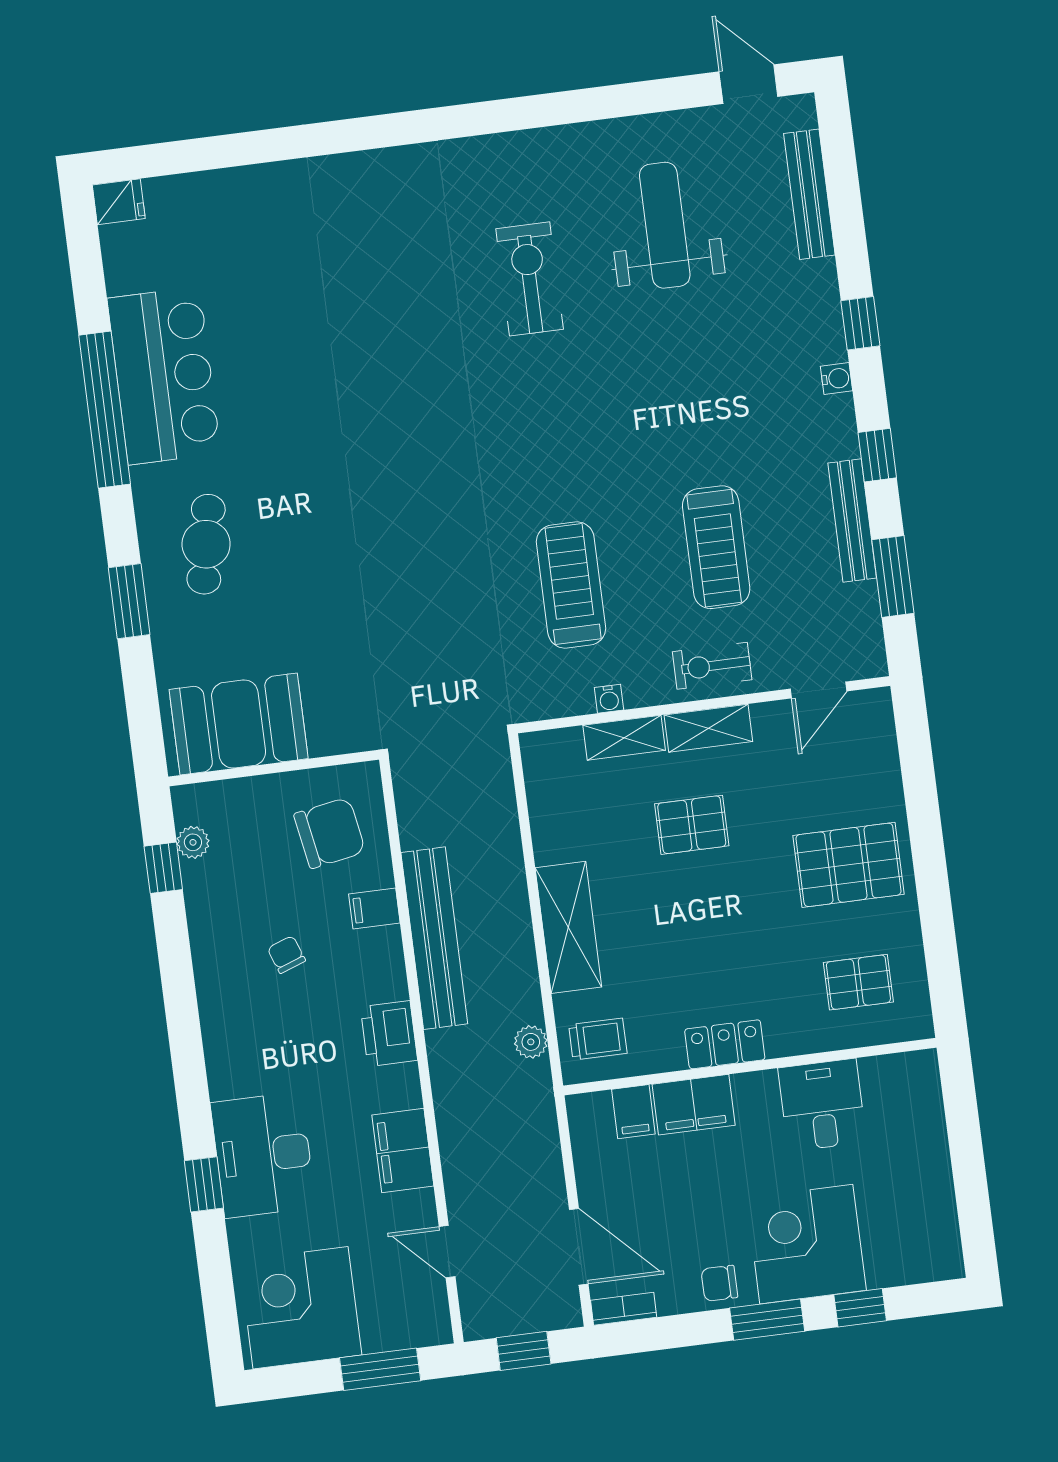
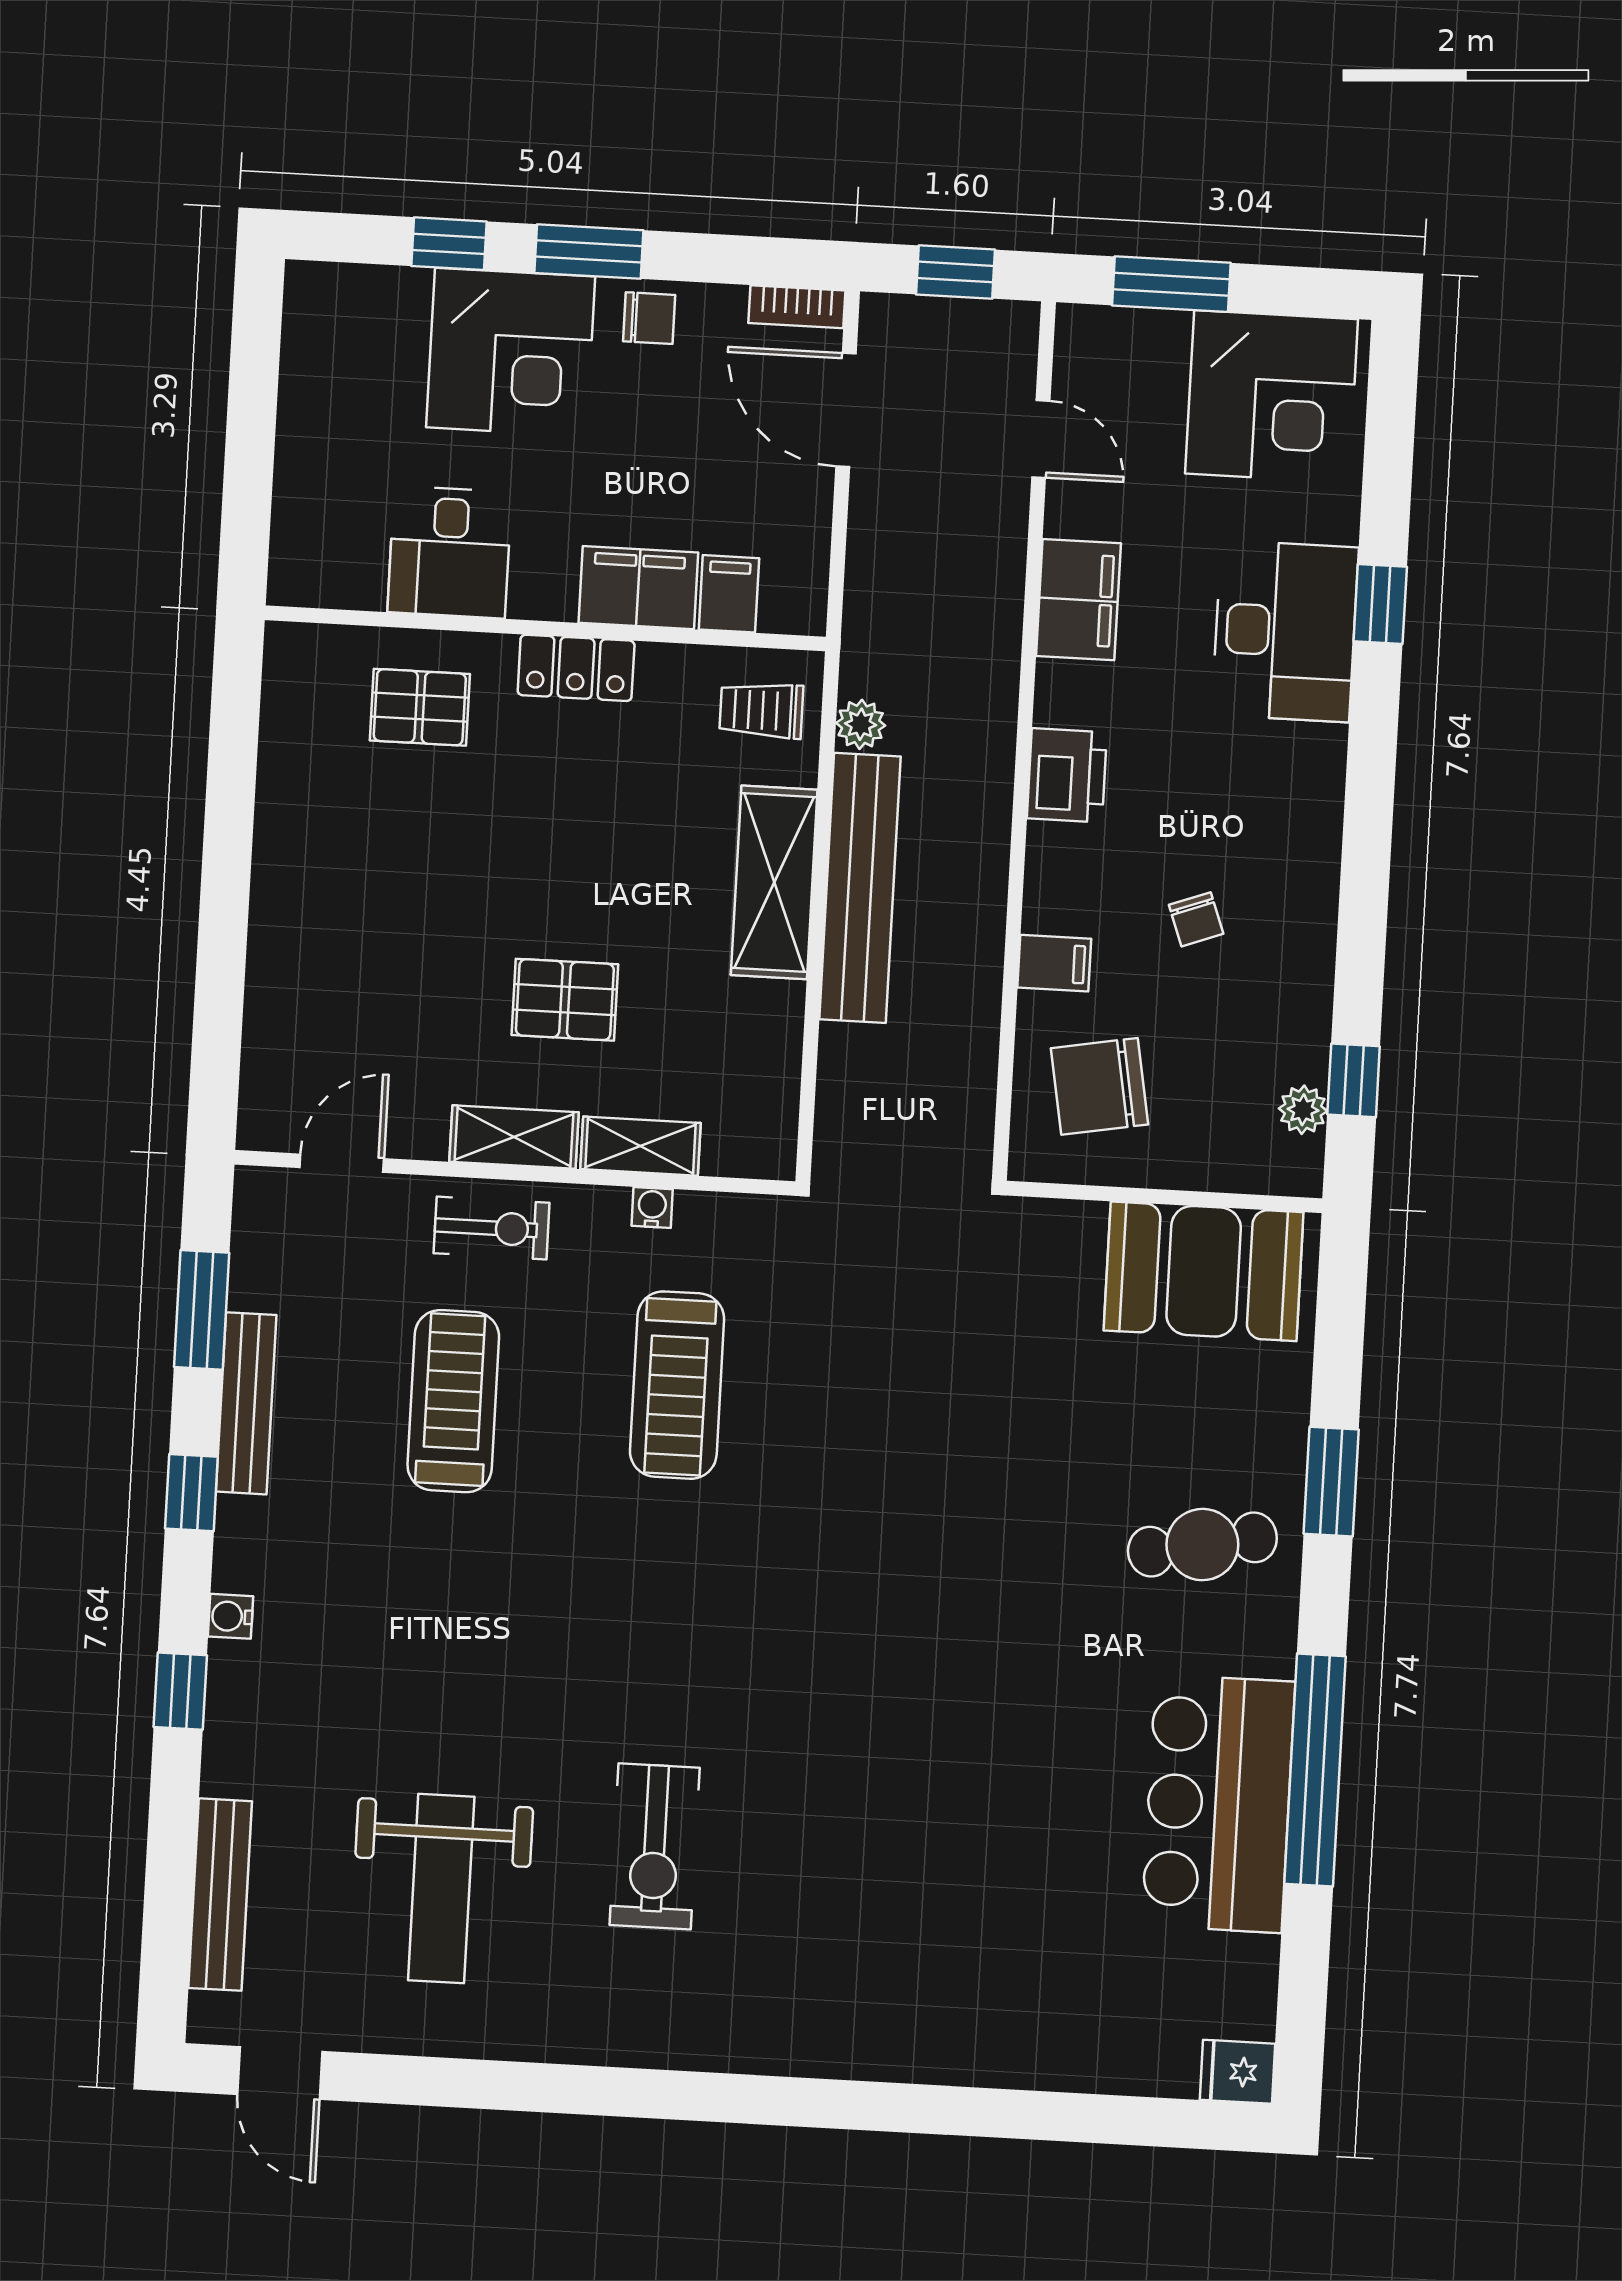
cafe table: (206, 544) -> (1202, 1545), turned 68
pallet: (848, 865) -> (345, 898), removed
bench: (434, 938) -> (860, 888), moved
pallet: (858, 982) -> (420, 707), moved

